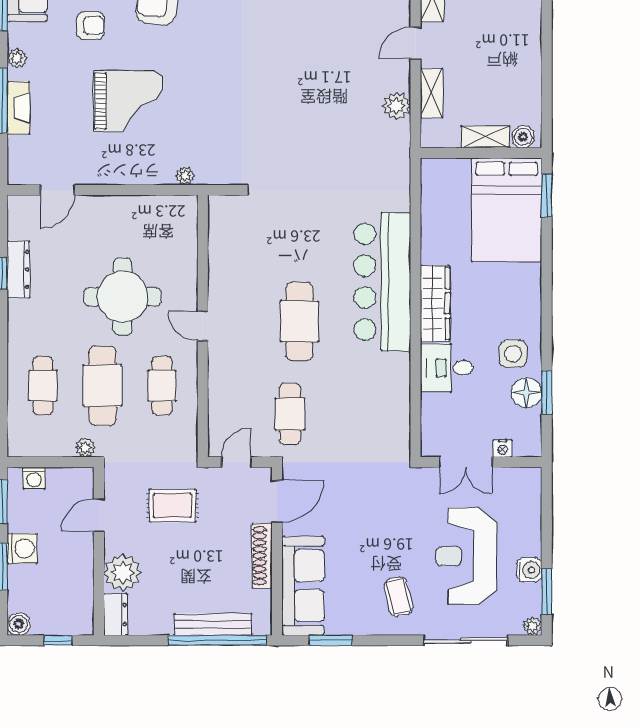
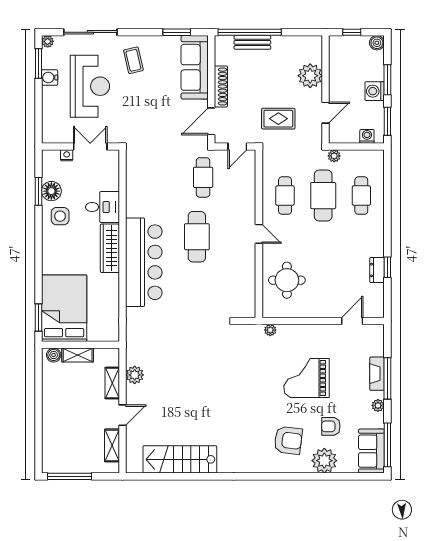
dresser: (18, 269) -> (377, 270), width x0.70
round table: (123, 297) -> (287, 280), moved, width x0.73, depth x0.73
dresser: (116, 614) -> (315, 49), removed
bench: (213, 625) -> (252, 42), width x0.73

